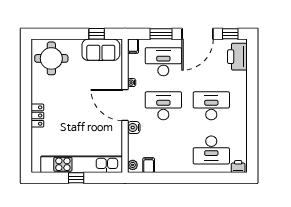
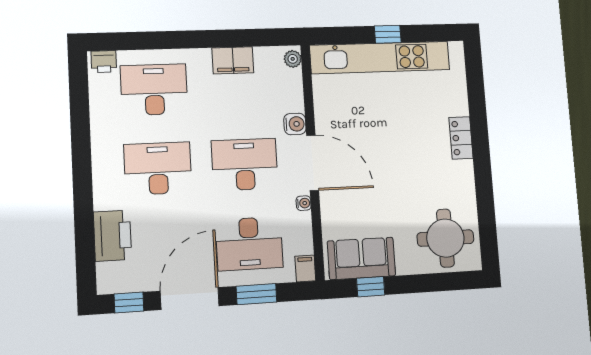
printer: (237, 57) -> (112, 236), moved
desk: (163, 106) -> (245, 164), turned 180
desk: (211, 106) -> (158, 168), turned 180
filing cabinet: (149, 165) -> (233, 60), moved, width x2.00

